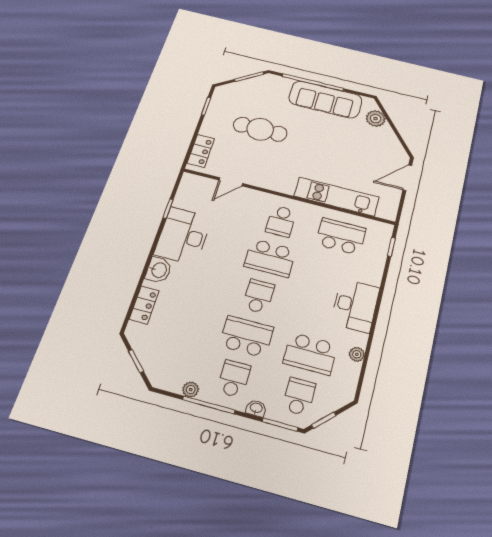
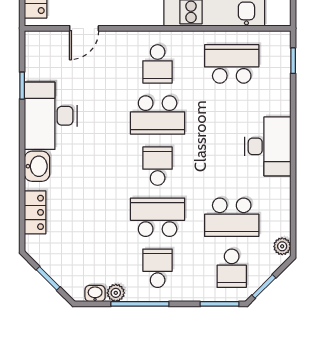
plant: (357, 354) -> (282, 246), moved
school desk: (299, 397) -> (232, 268), turned 180
washbasin: (256, 408) -> (95, 293), moved

